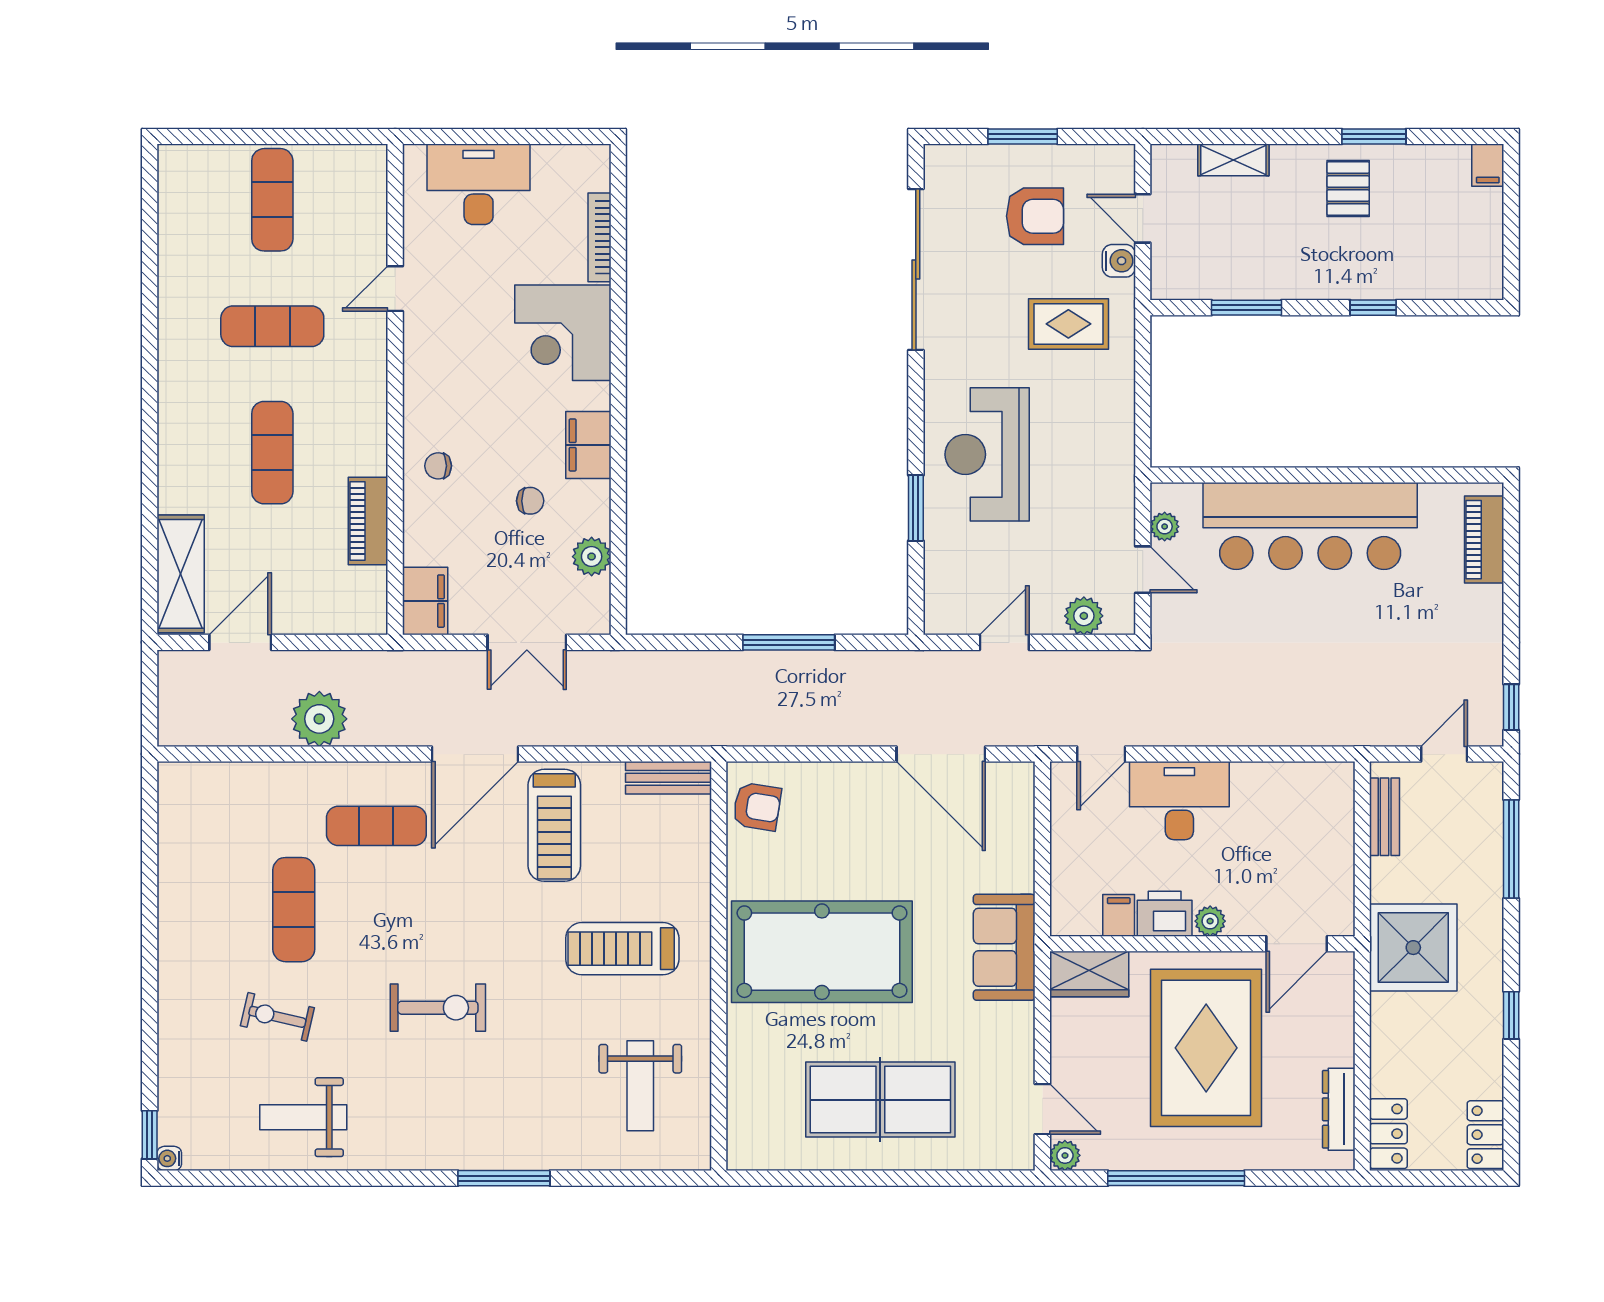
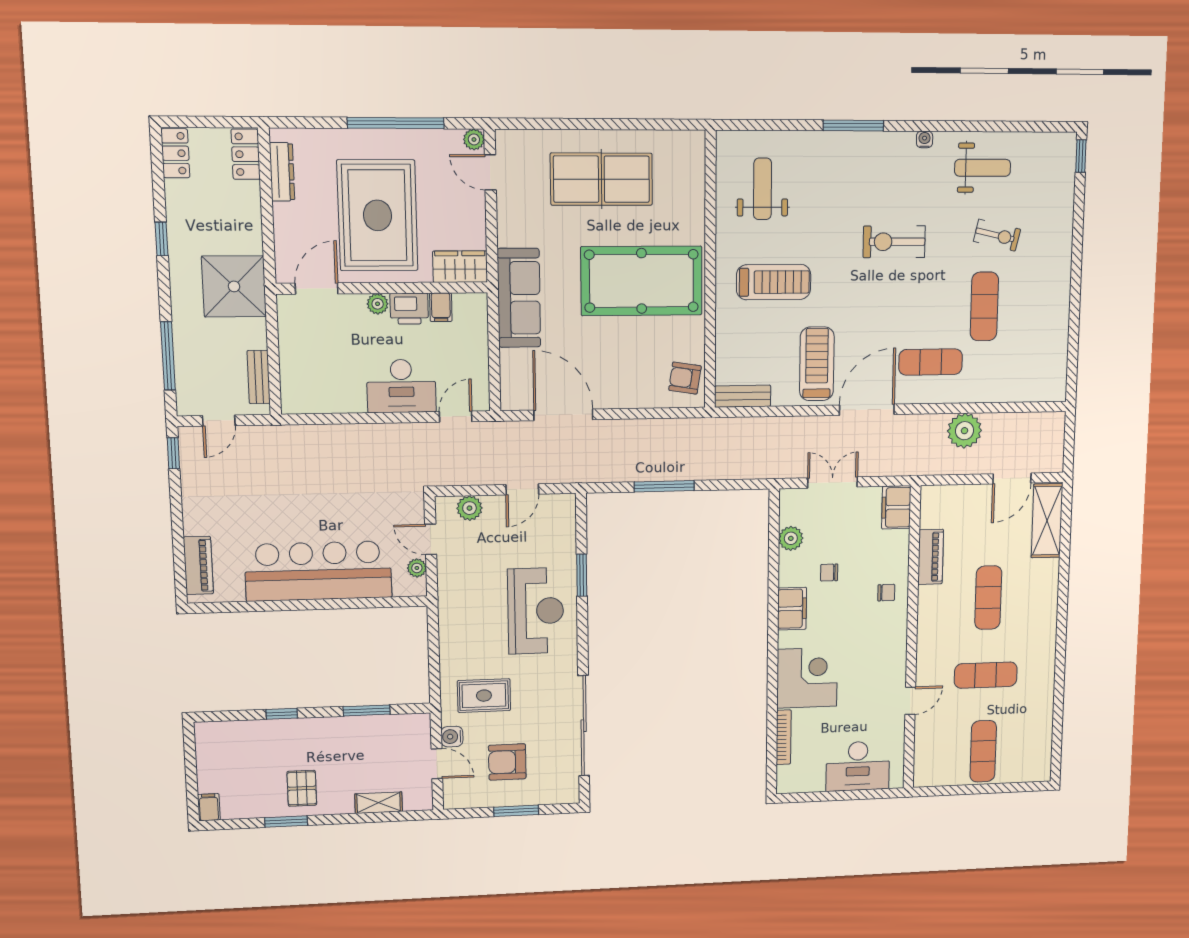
sofa: (1004, 947) -> (519, 298), width x1.36
water cooler: (169, 1158) -> (925, 139), moved, turned -90

